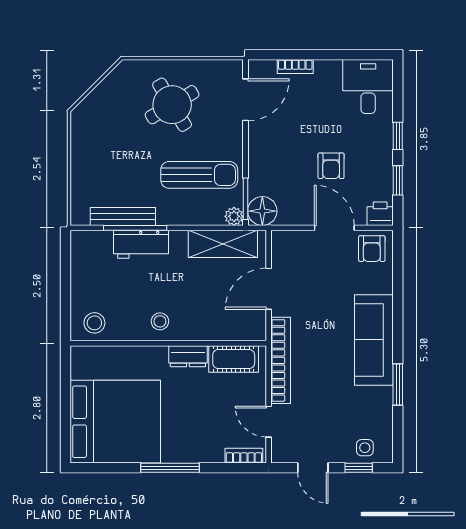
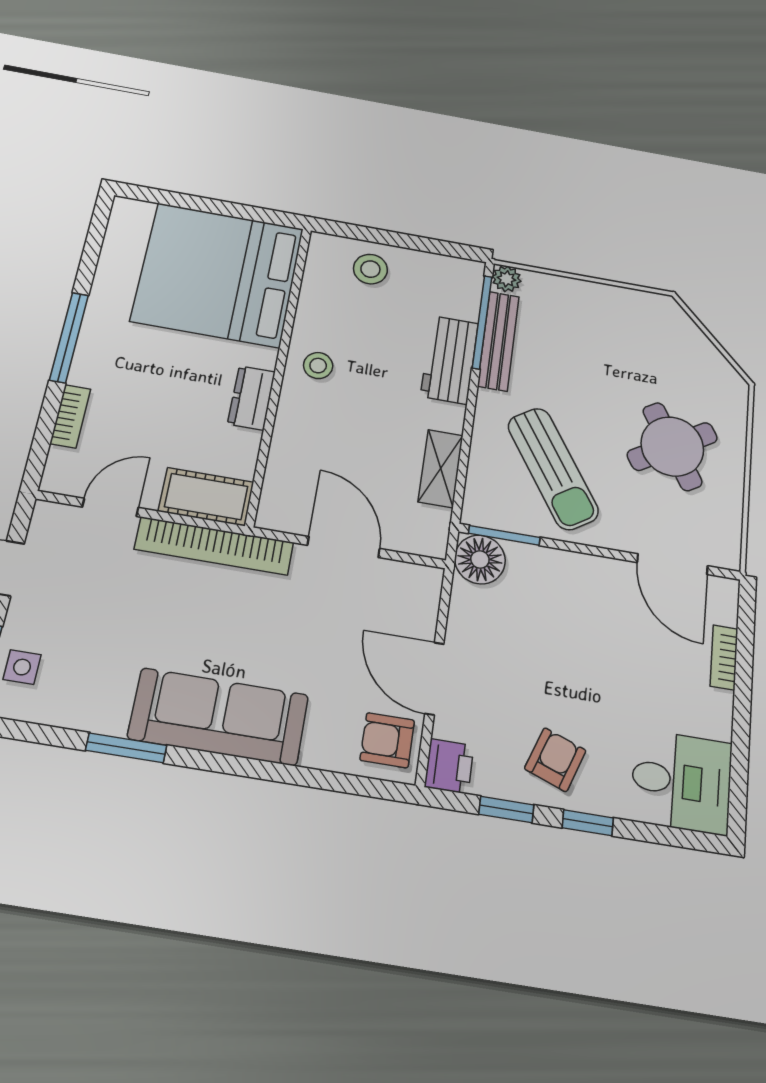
armchair: (331, 166) -> (555, 760), moved, turned 110
sun lounger: (199, 175) -> (553, 468), turned -33
plant: (234, 216) -> (507, 279), moved
window: (135, 228) -> (482, 322), moved
door: (334, 228) -> (434, 678), swing flipped
shelving: (223, 244) -> (441, 468), width x0.67, depth x0.75
stool: (94, 323) -> (370, 269), moved
cot: (234, 359) -> (206, 497), moved, turned 90
bed: (115, 422) -> (218, 274), moved, turned 90
bookcase: (244, 456) -> (70, 416), moved

